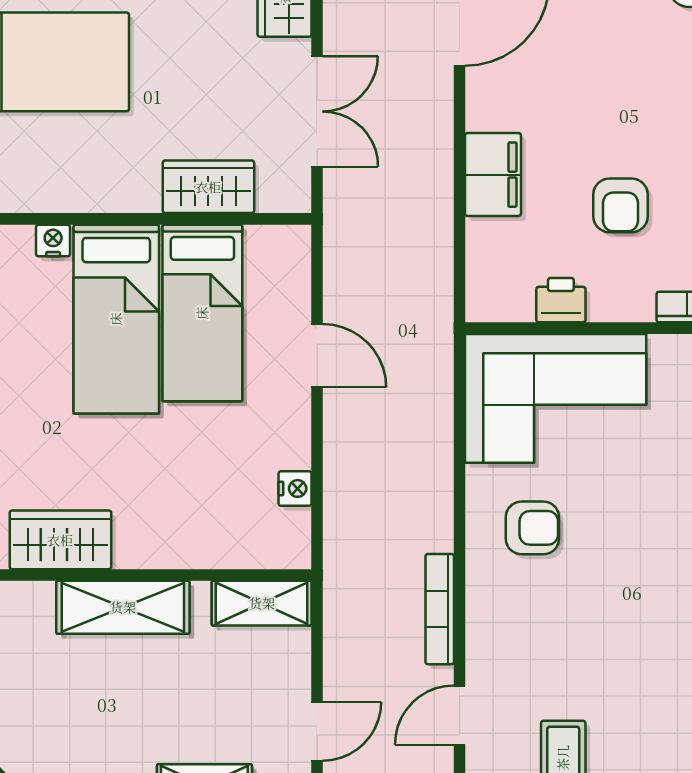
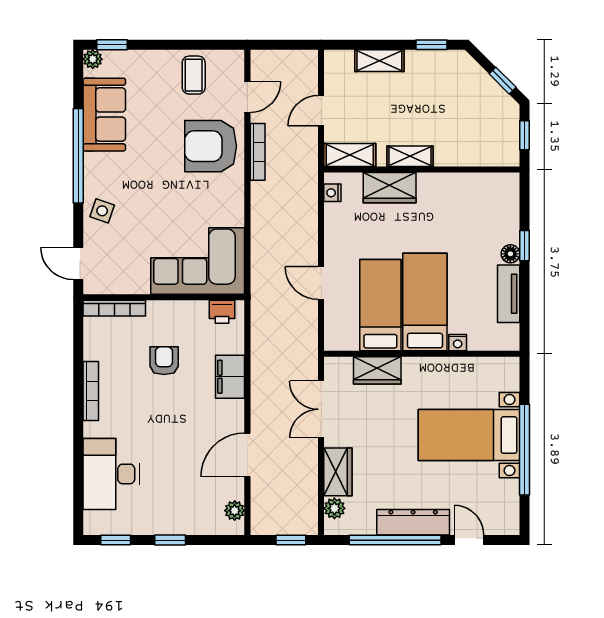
printer: (561, 300) -> (222, 312), moved
nightstand: (295, 488) -> (332, 193), moved
armchair: (532, 528) -> (211, 146), moved, width x1.88, depth x1.88
wardrobe: (60, 540) -> (390, 188), moved
shelving: (123, 607) -> (410, 156), width x0.67, depth x0.75
door: (317, 731) -> (321, 111), moved

